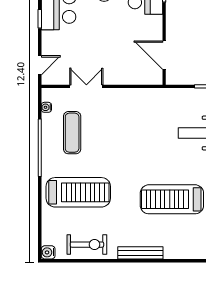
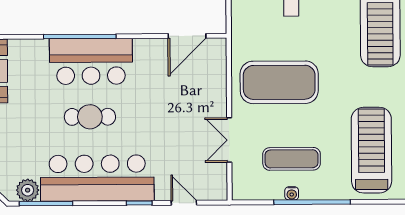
door: (40, 65) -> (184, 203), moved
water cooler: (46, 107) -> (292, 193), moved
exercise mat: (129, 124) -> (279, 82), added

